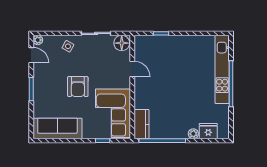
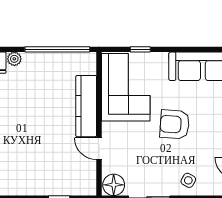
armchair: (78, 87) -> (175, 124), turned -86
kitchen counter: (142, 124) -> (86, 106), moved, width x1.50

